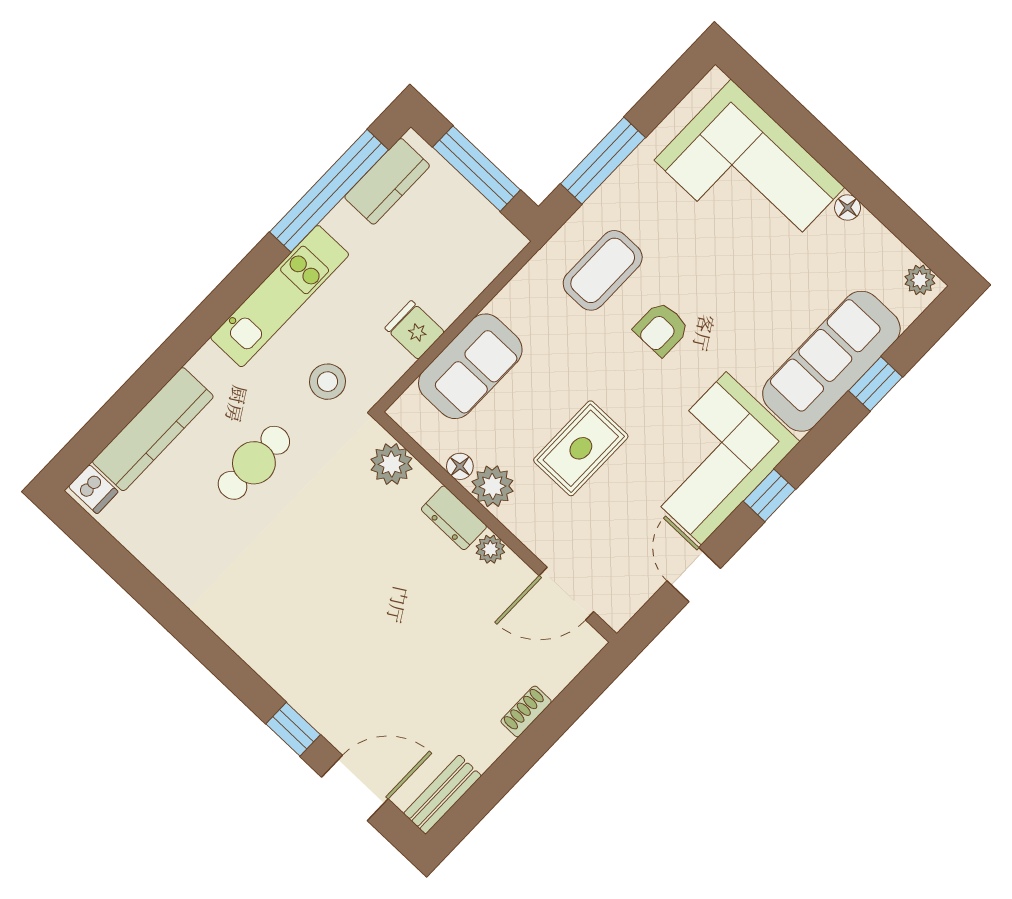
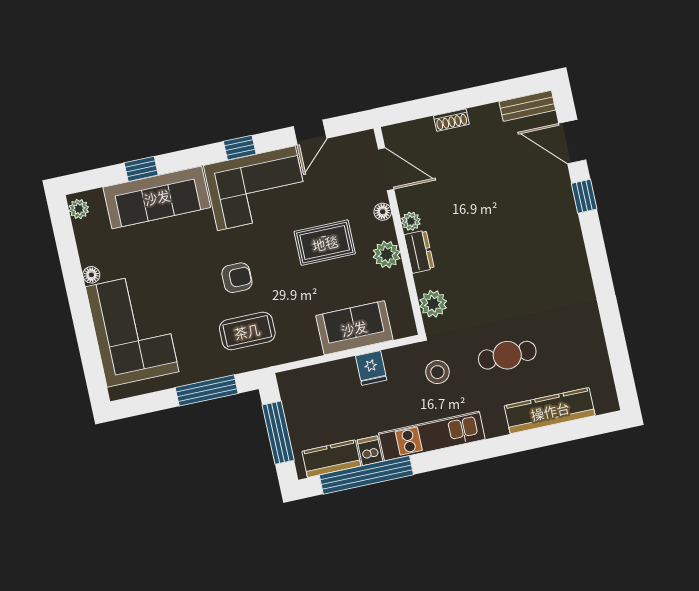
floor lamp: (460, 466) -> (383, 212), moved
dishwasher: (93, 489) -> (370, 451), moved

